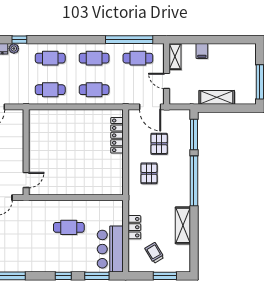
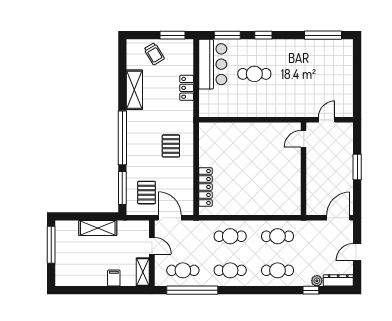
pallet: (159, 144) -> (147, 193), moved
cafe table: (69, 227) -> (254, 74), moved
trolley: (154, 253) -> (154, 54), moved
window: (165, 276) -> (173, 35), moved

